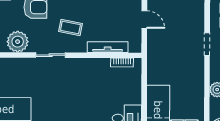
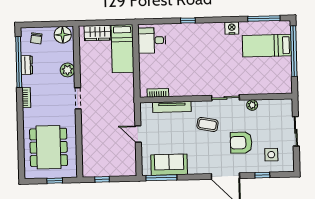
plant: (18, 42) -> (252, 105), width x0.53, depth x0.53
doorway: (207, 44) -> (78, 98), moved

